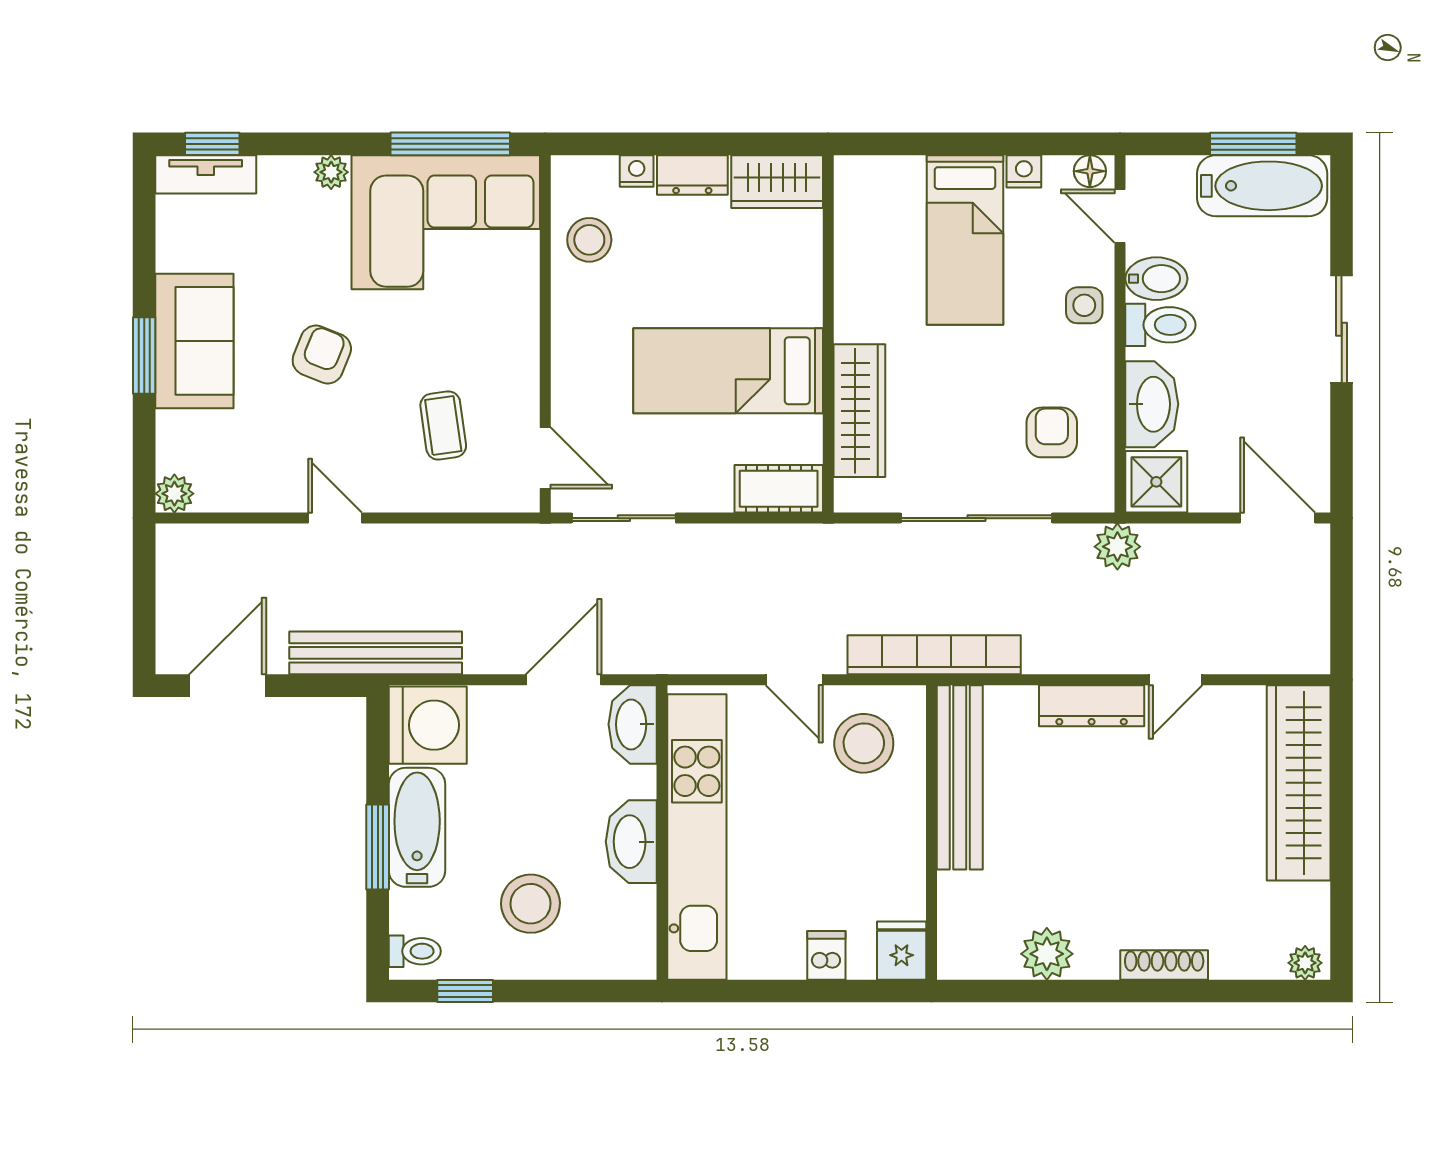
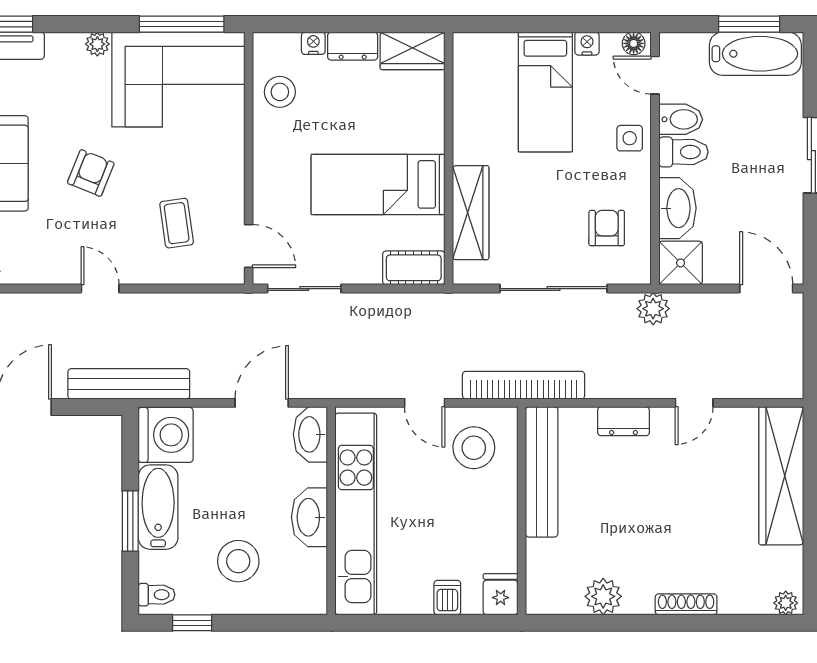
dresser: (1092, 706) -> (623, 421), width x0.70

